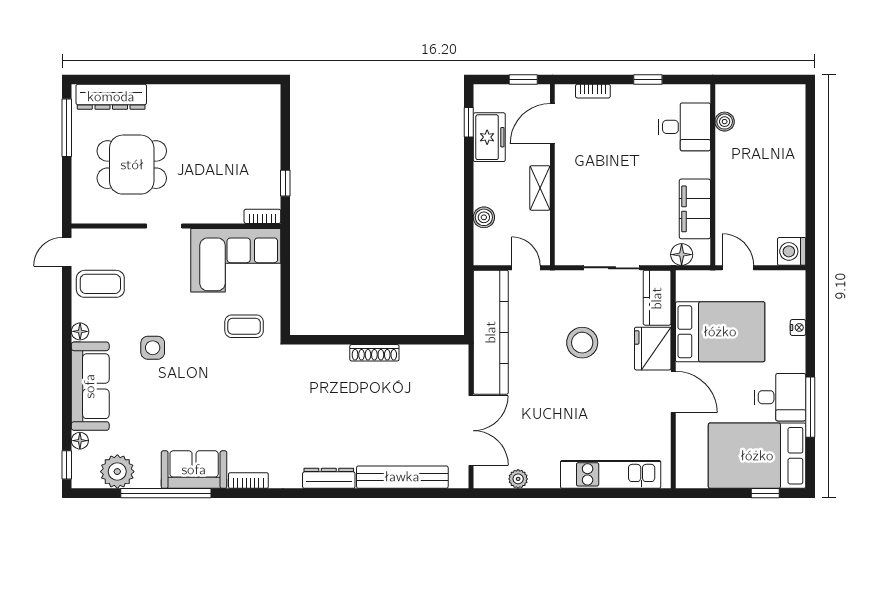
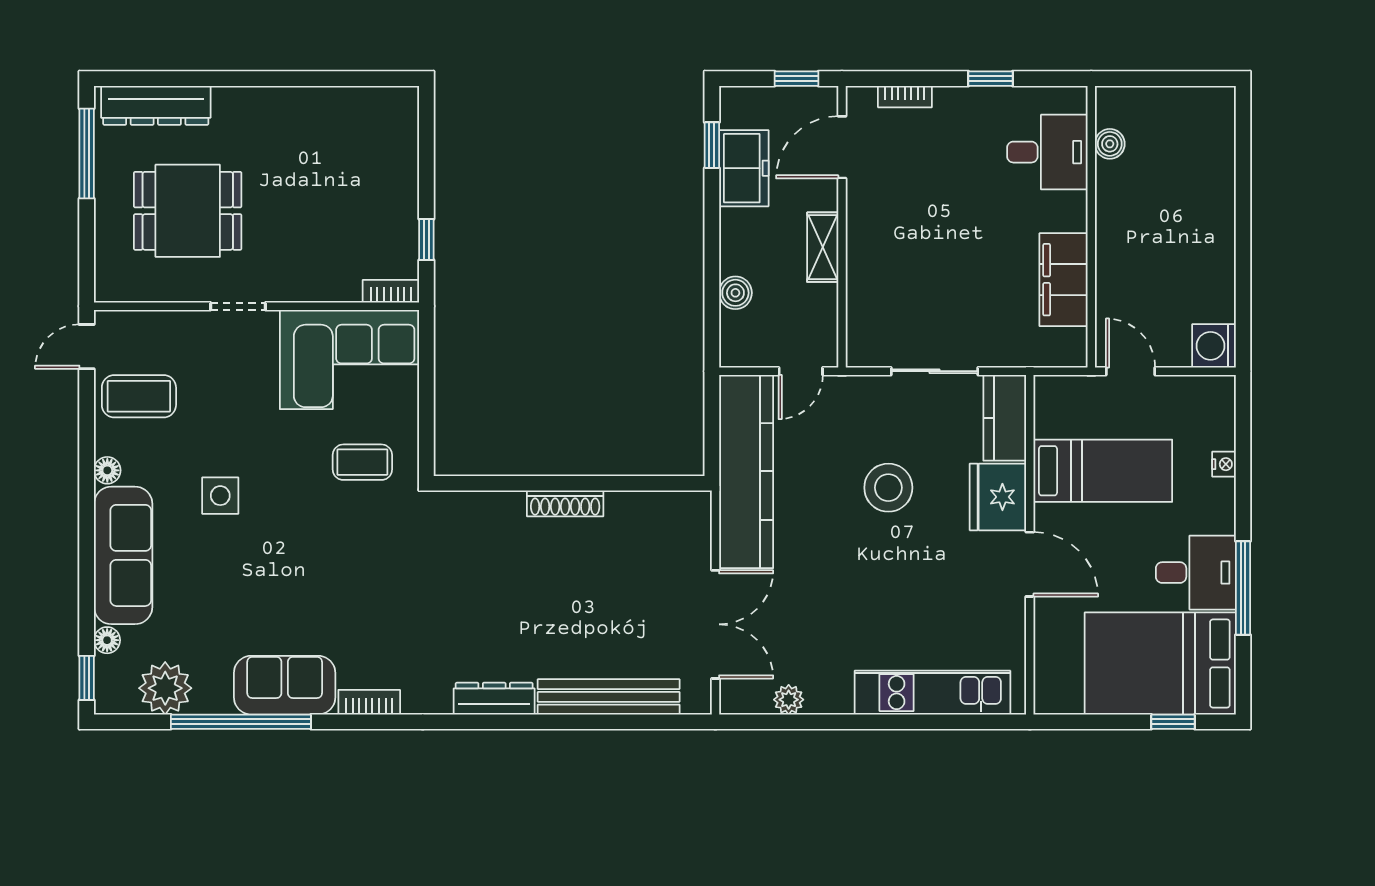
floor lamp: (682, 255) -> (1043, 351), removed
door: (526, 268) -> (801, 371), swing flipped
bed: (720, 332) -> (1103, 471), width x0.67

